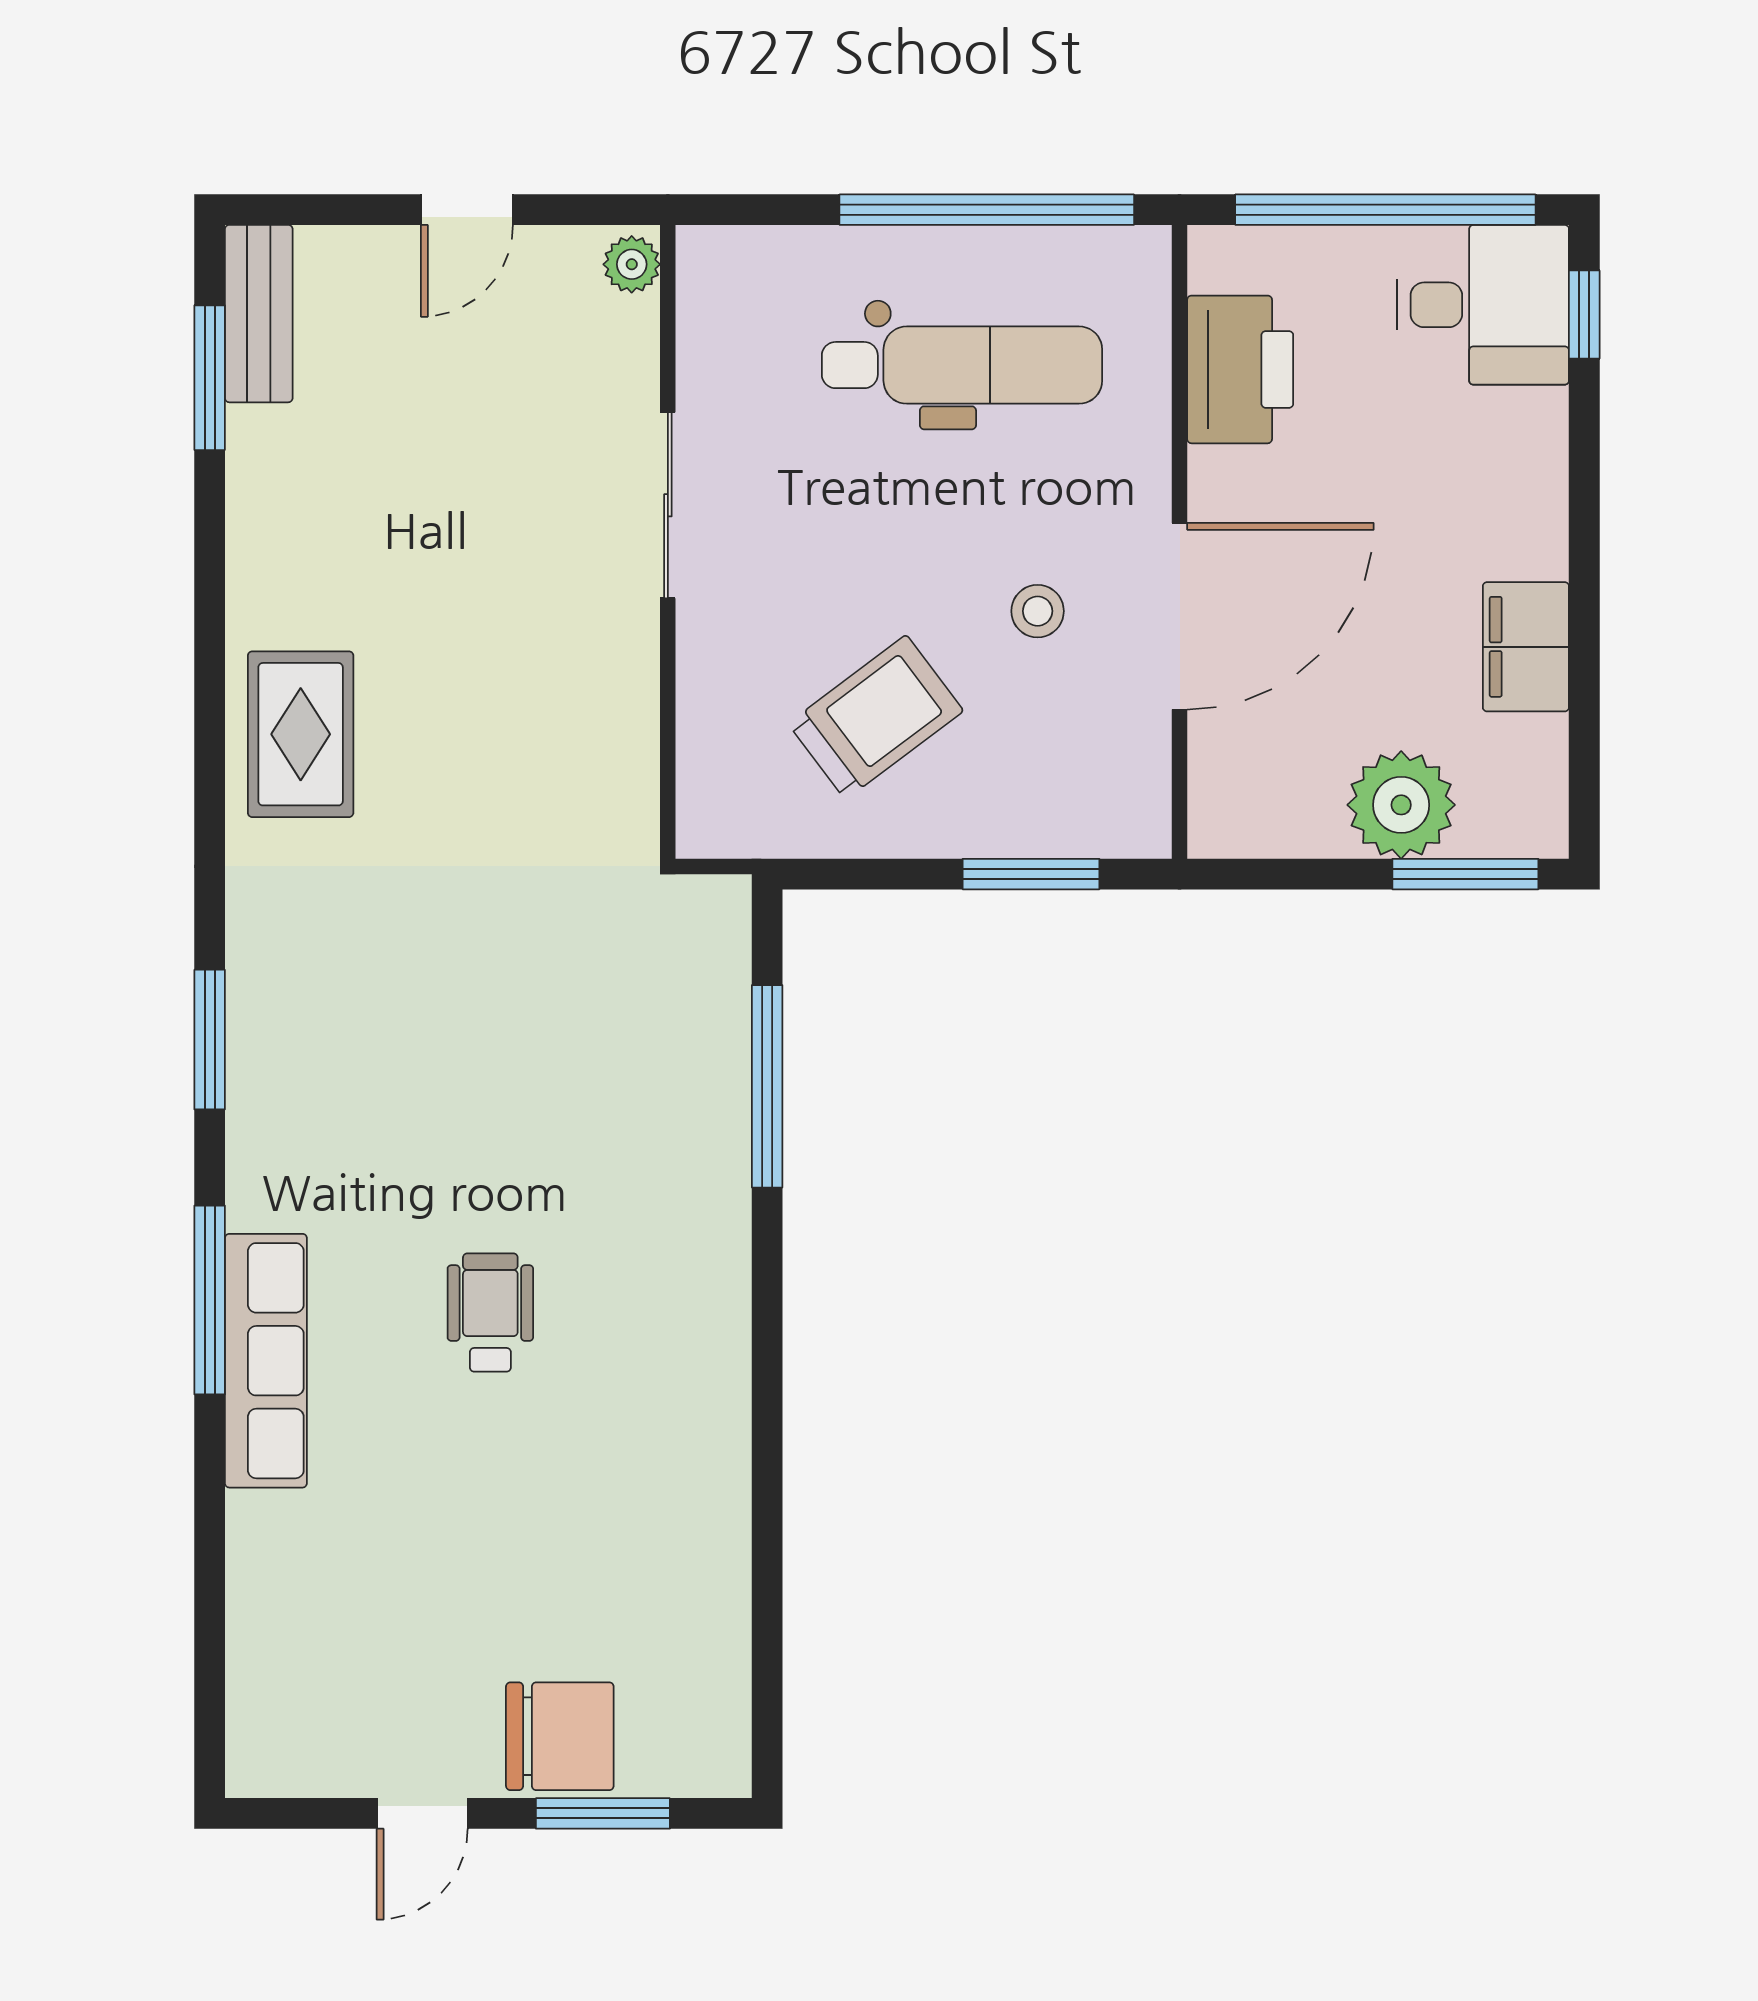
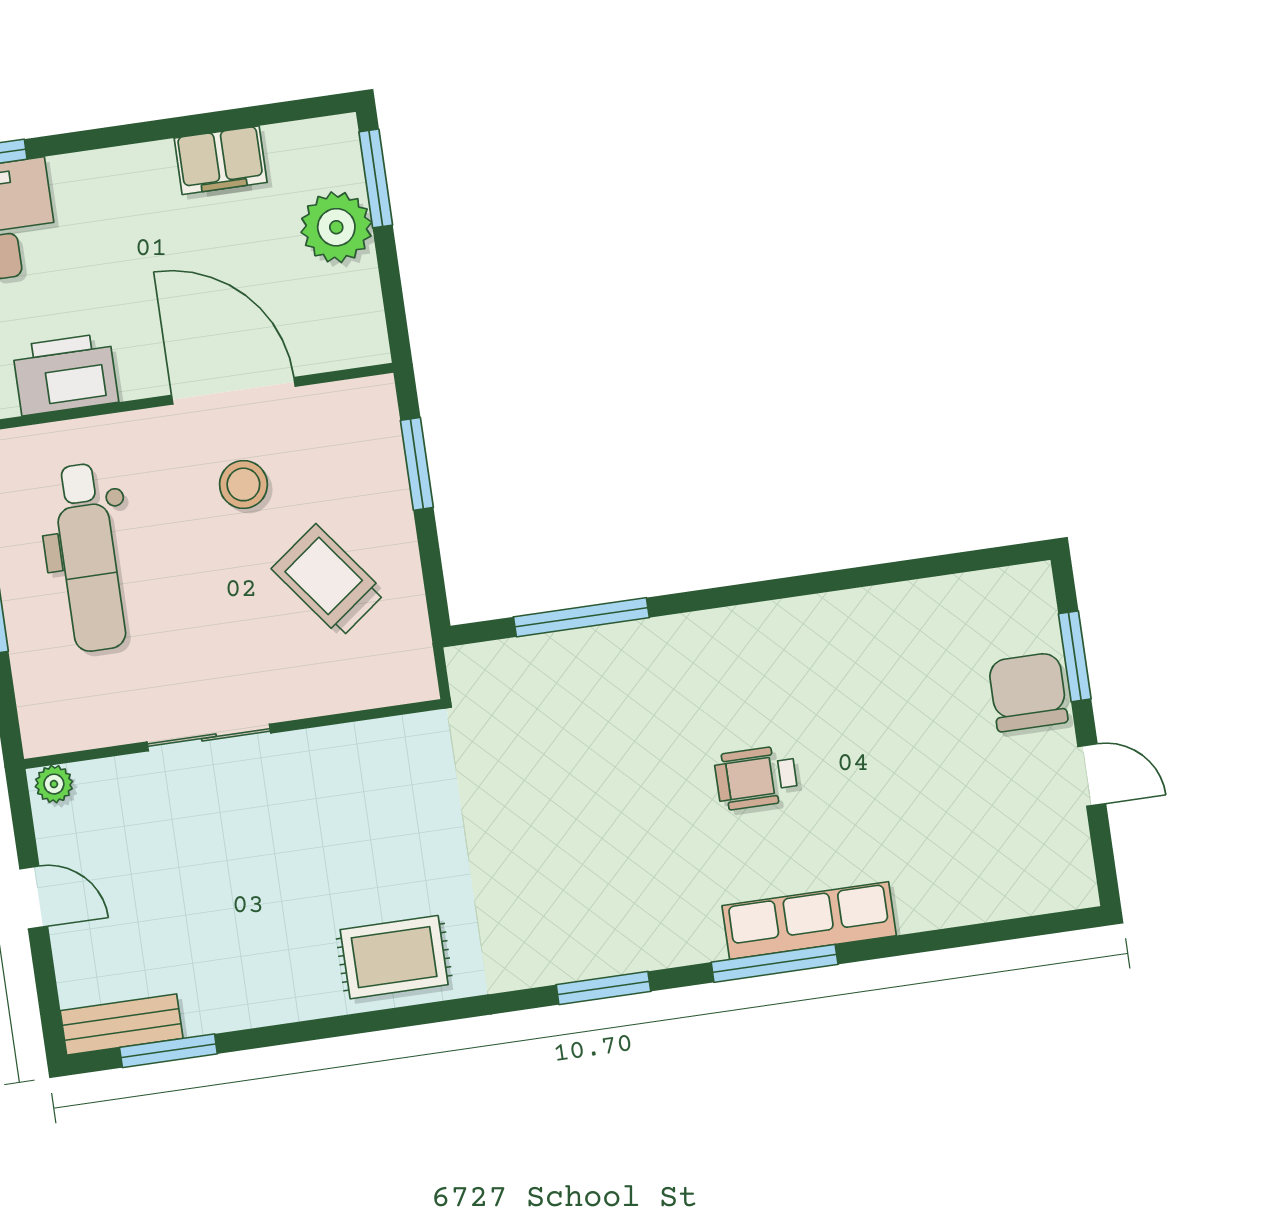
dental chair: (962, 365) -> (89, 557), turned 180
stool: (1038, 611) -> (243, 484), width x1.37, depth x1.37

